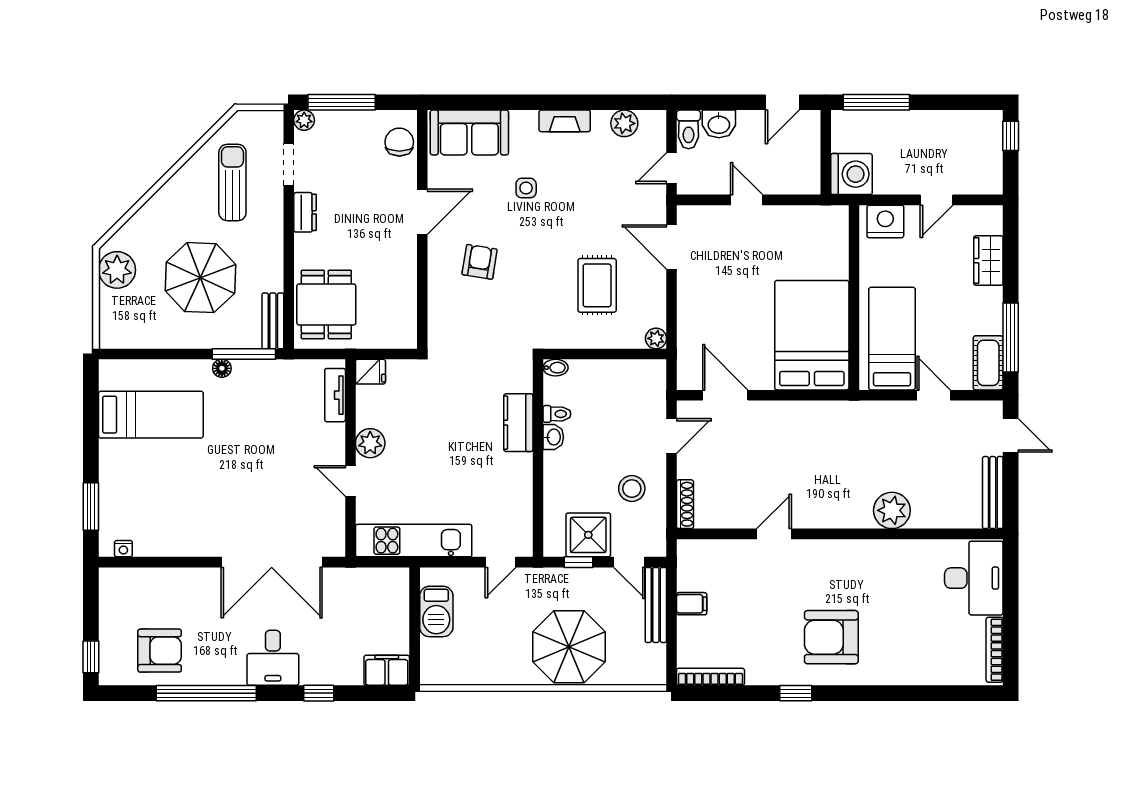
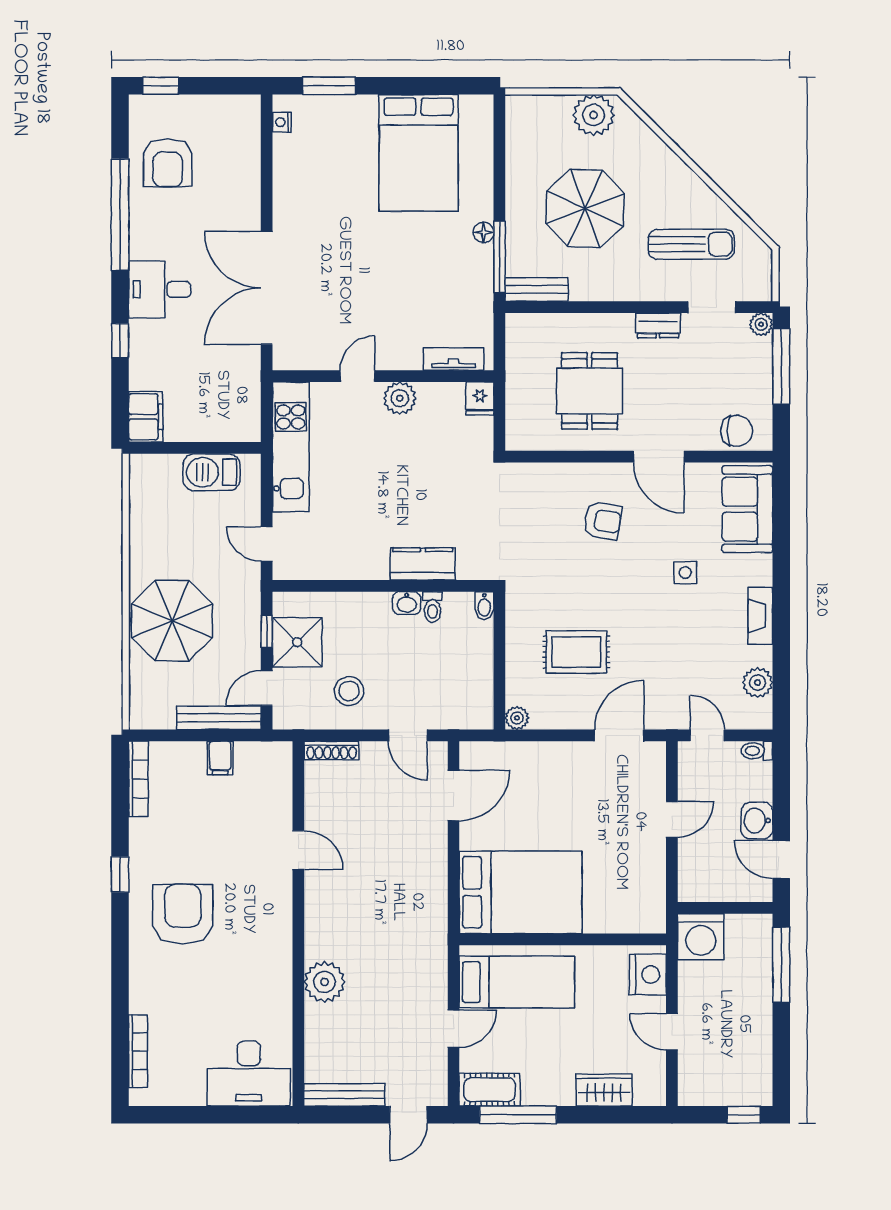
washbasin: (719, 124) -> (757, 820), moved
toilet: (689, 129) -> (757, 751), width x0.73, depth x0.72
dining table: (326, 304) -> (590, 391), moved, turned 90
bed: (151, 415) -> (419, 153), width x1.50
bookcase: (995, 650) -> (138, 1051), moved, turned 90

